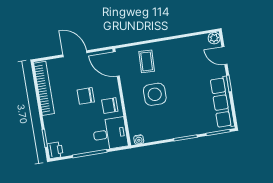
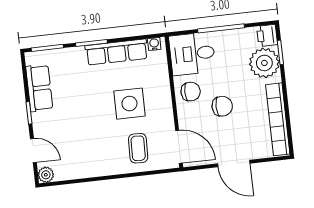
row of seats: (222, 102) -> (39, 88), width x0.68
plant: (56, 130) -> (264, 63), added
row of seats: (166, 132) -> (117, 52), added

